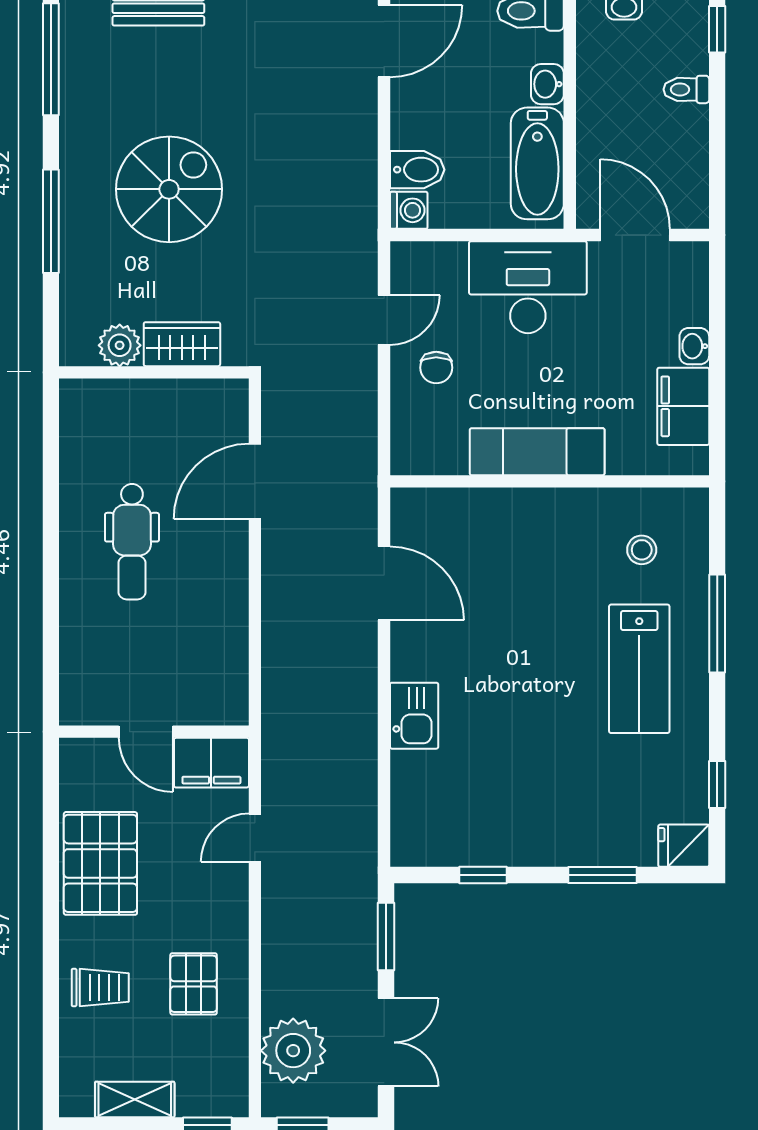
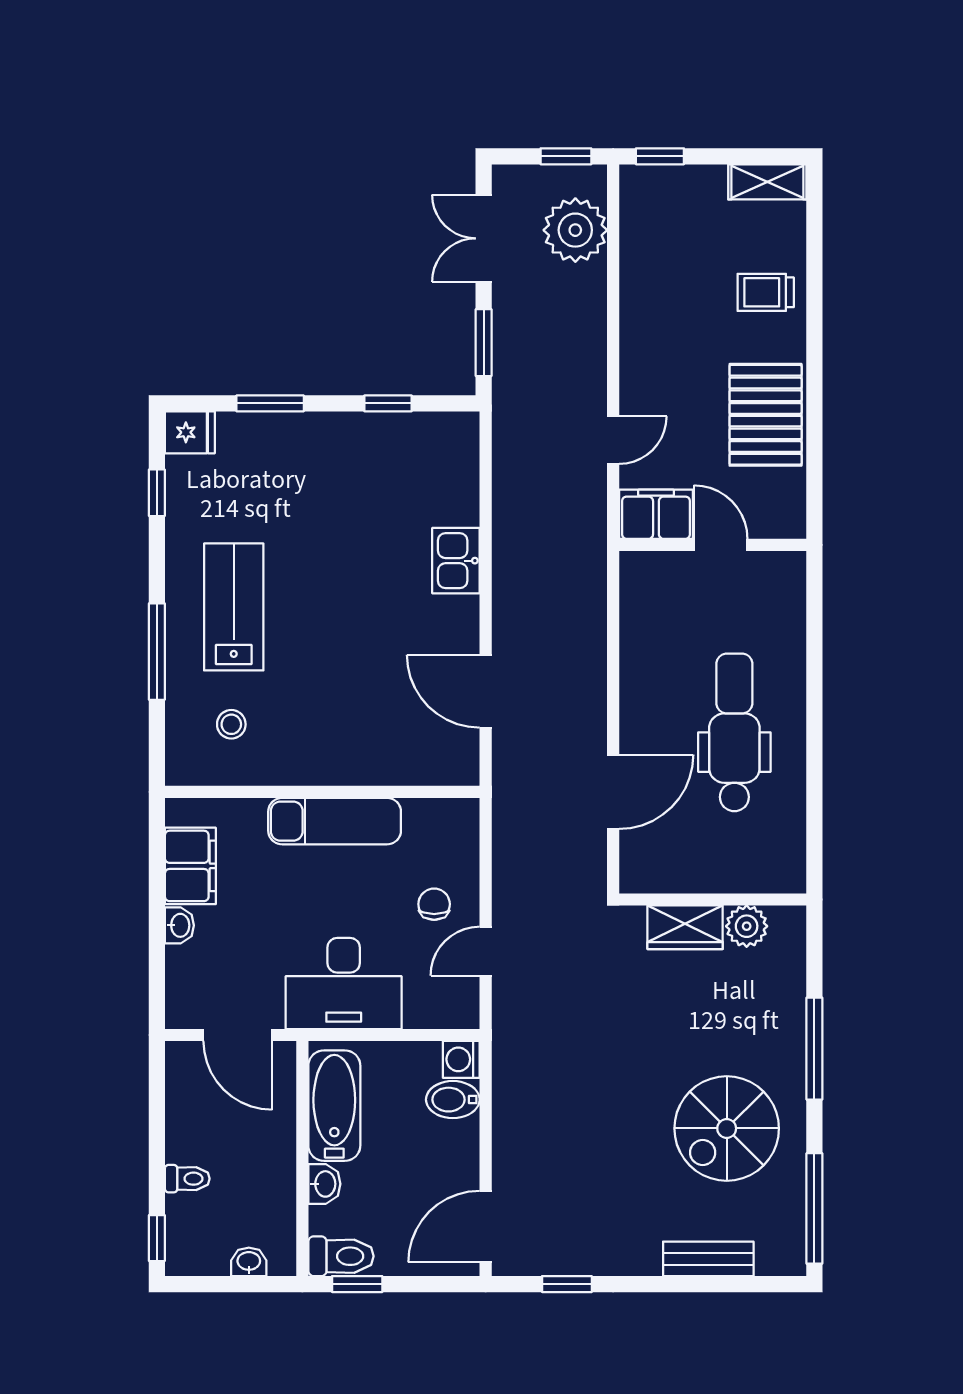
spiral stairs: (169, 189) -> (727, 1128), moved
dental chair: (132, 542) -> (734, 732), width x1.36, depth x1.38
pallet: (194, 984) -> (674, 296), removed
shelving: (135, 1099) -> (767, 182), moved

